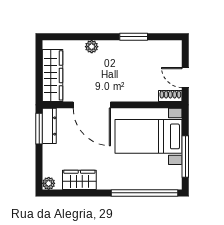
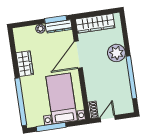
window: (134, 37) -> (131, 77), width x2.11
plant: (92, 47) -> (116, 53), width x1.87, depth x1.87
wardrobe: (79, 180) -> (25, 64), moved
plant: (49, 183) -> (40, 29), moved

